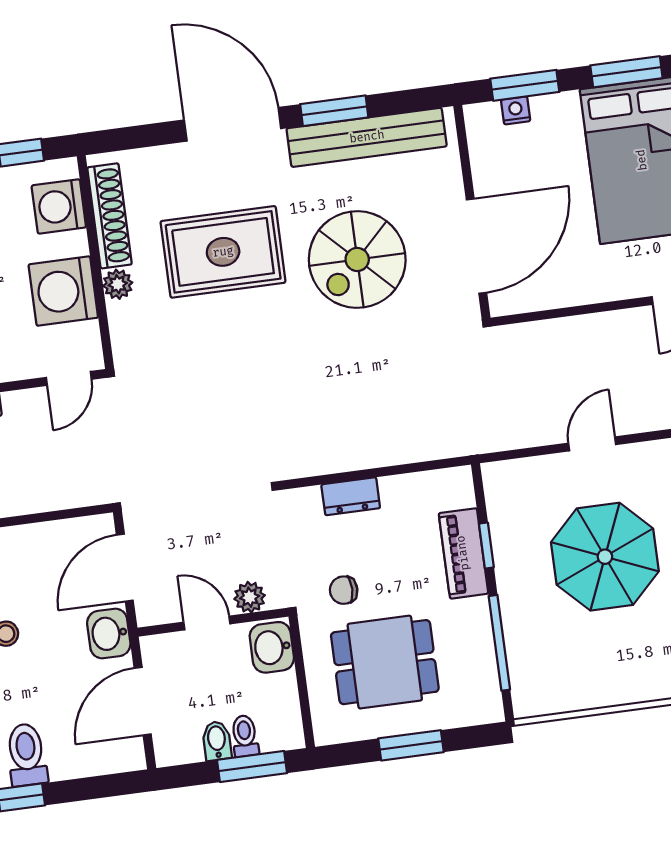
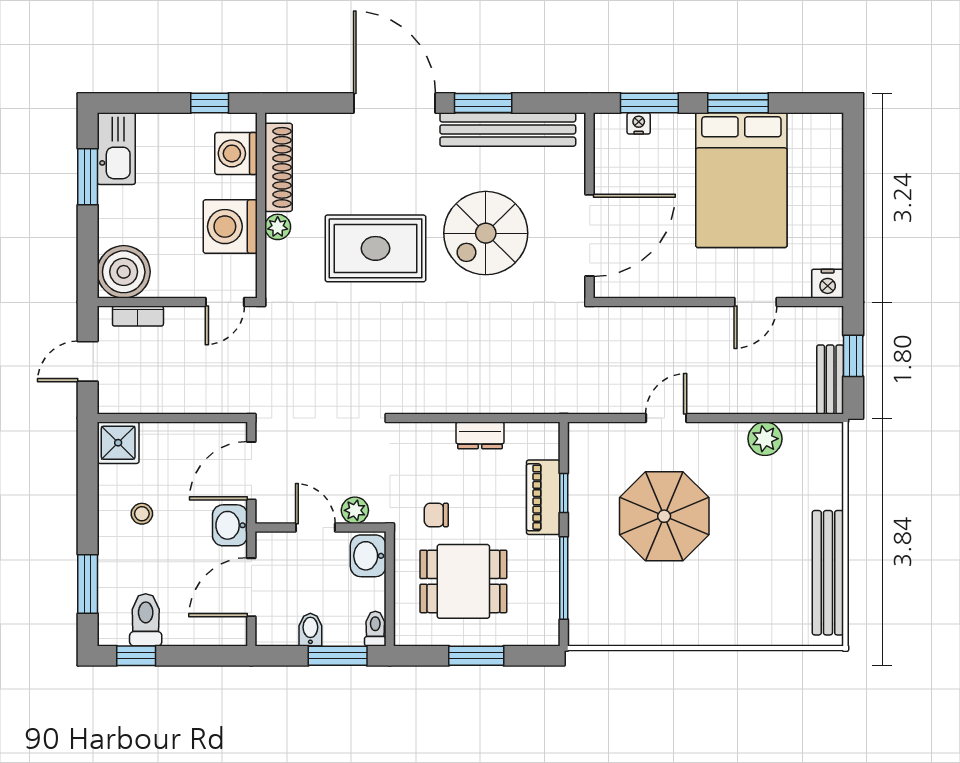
rug: (223, 252) -> (375, 248), moved
dresser: (351, 496) -> (480, 435), moved
toilet: (245, 736) -> (375, 629), moved

